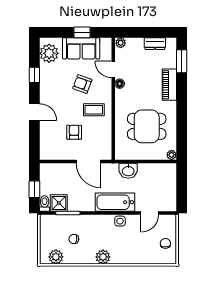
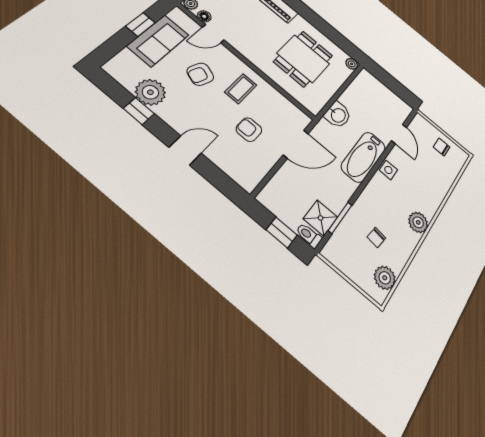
plant: (49, 53) -> (150, 92), moved
floor lamp: (120, 84) -> (204, 16), moved

